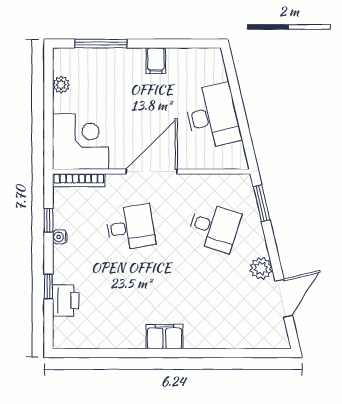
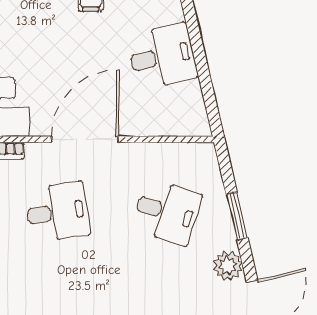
desk: (213, 116) -> (162, 56), width x0.73
window: (262, 203) -> (237, 216), moved

